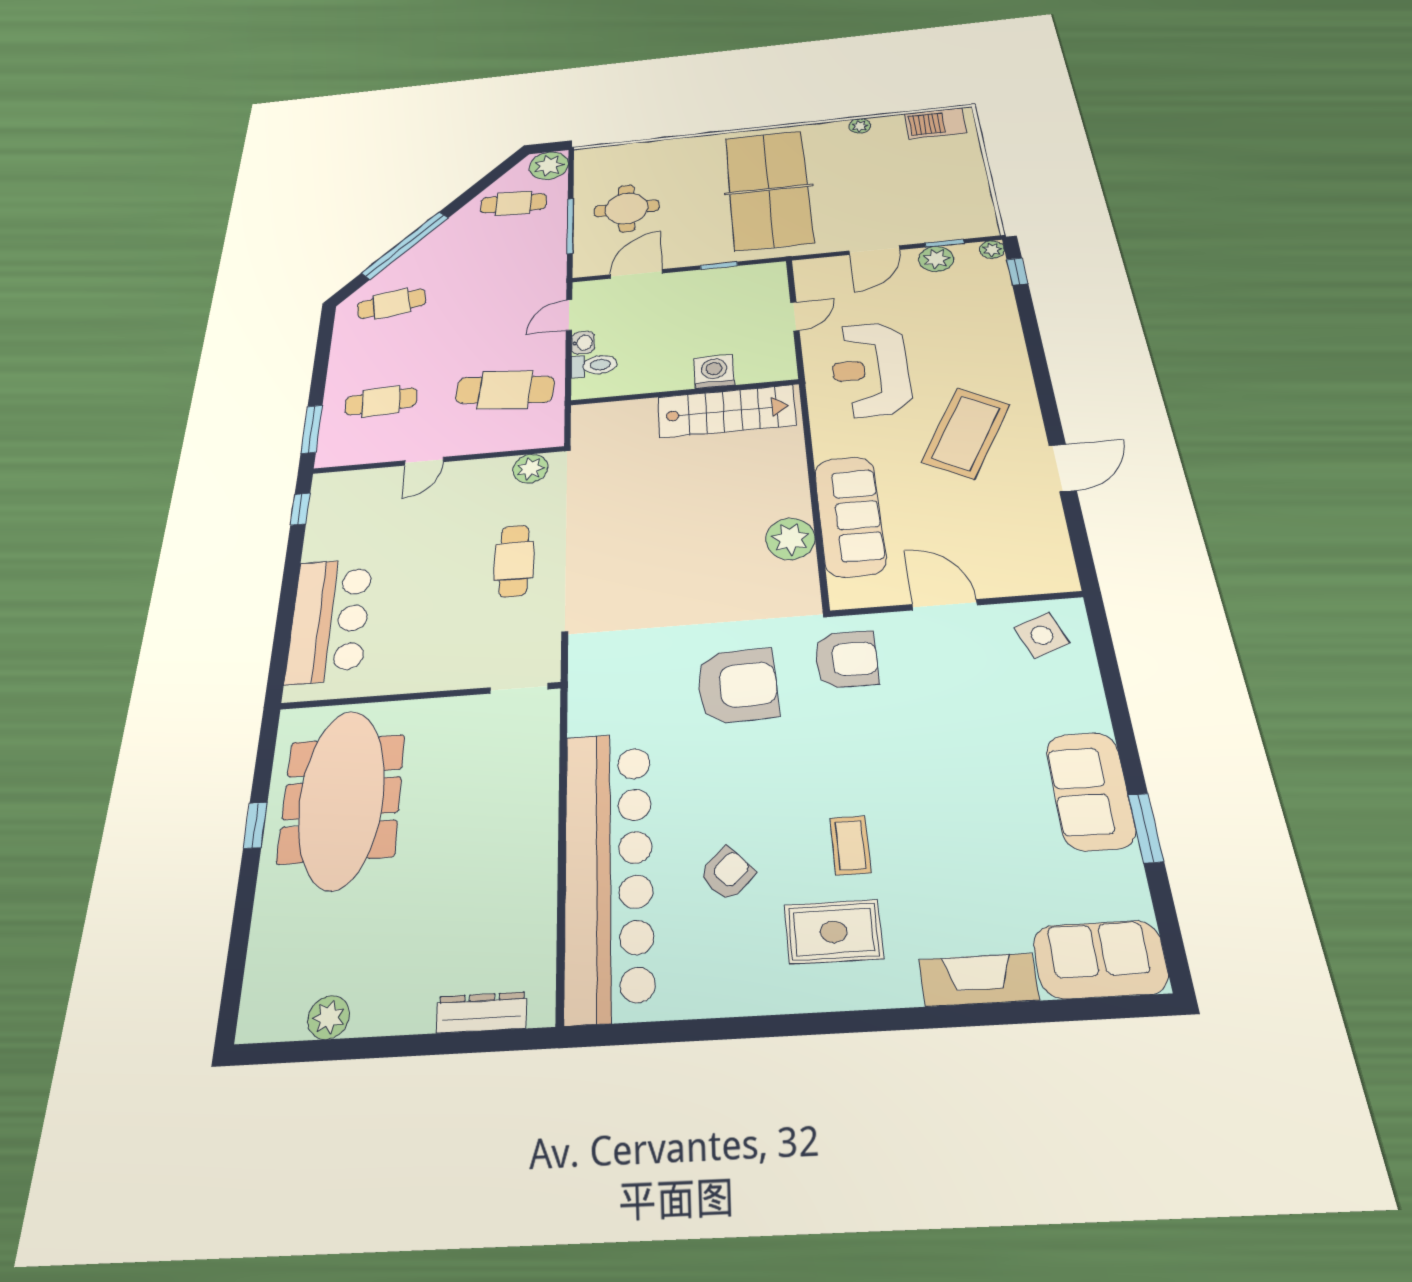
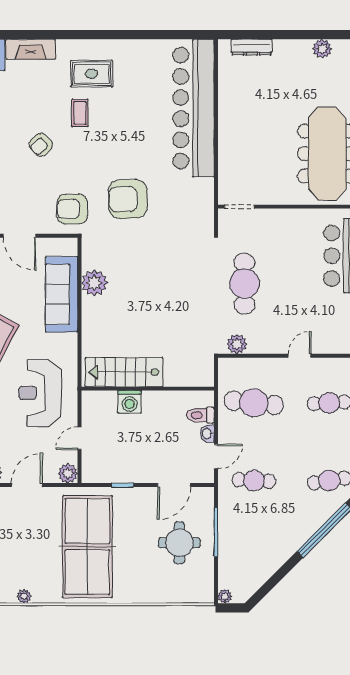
plant: (549, 166) -> (225, 596), width x0.53, depth x0.53
cafe table: (513, 203) -> (254, 480), moved
plant: (809, 271) -> (68, 473), added
reception desk: (870, 369) -> (40, 393), turned 180
cafe table: (514, 561) -> (244, 284), width x1.37, depth x1.35
armchair: (727, 874) -> (41, 145), moved

